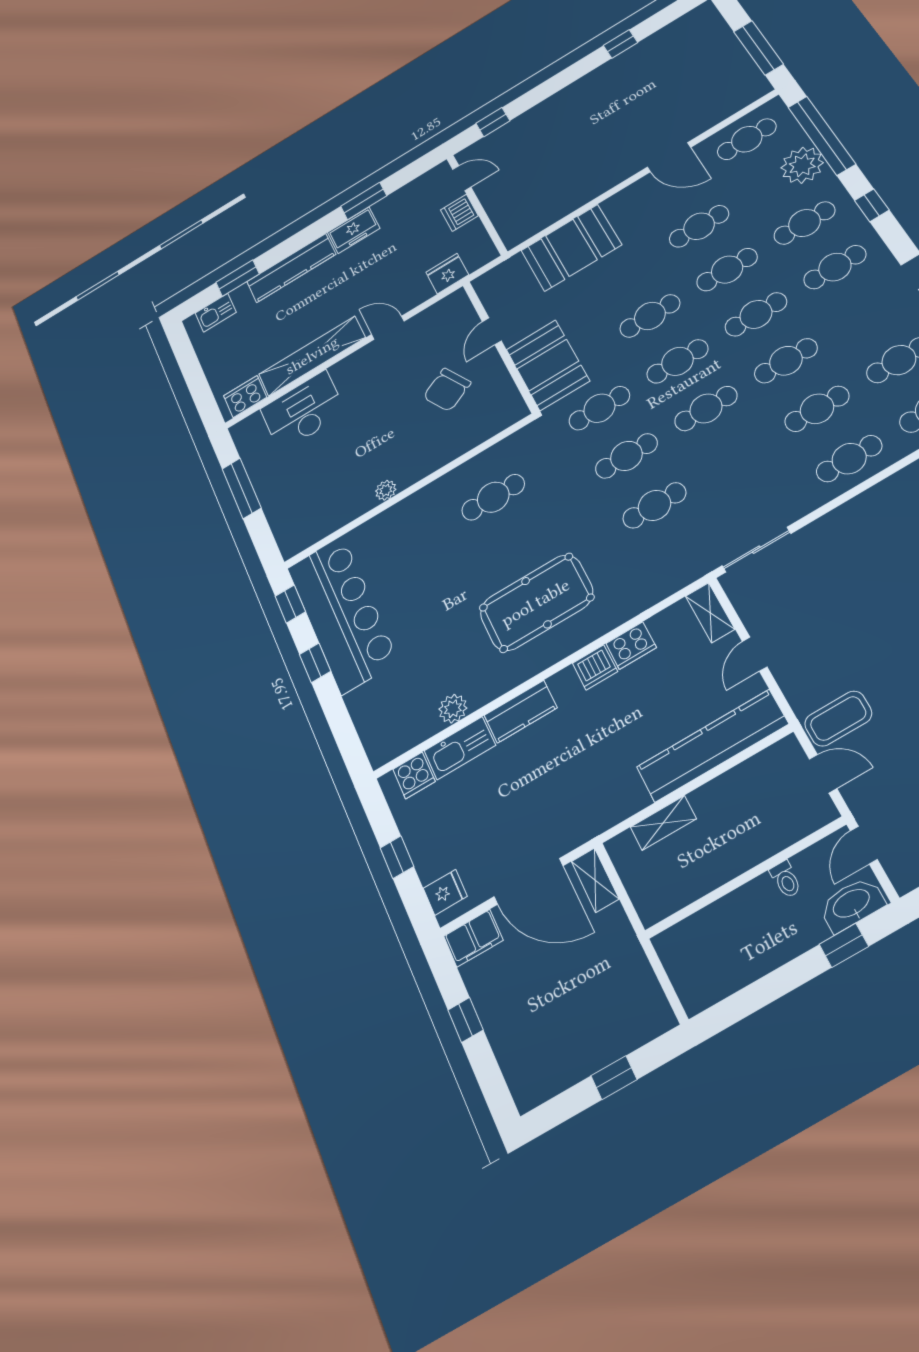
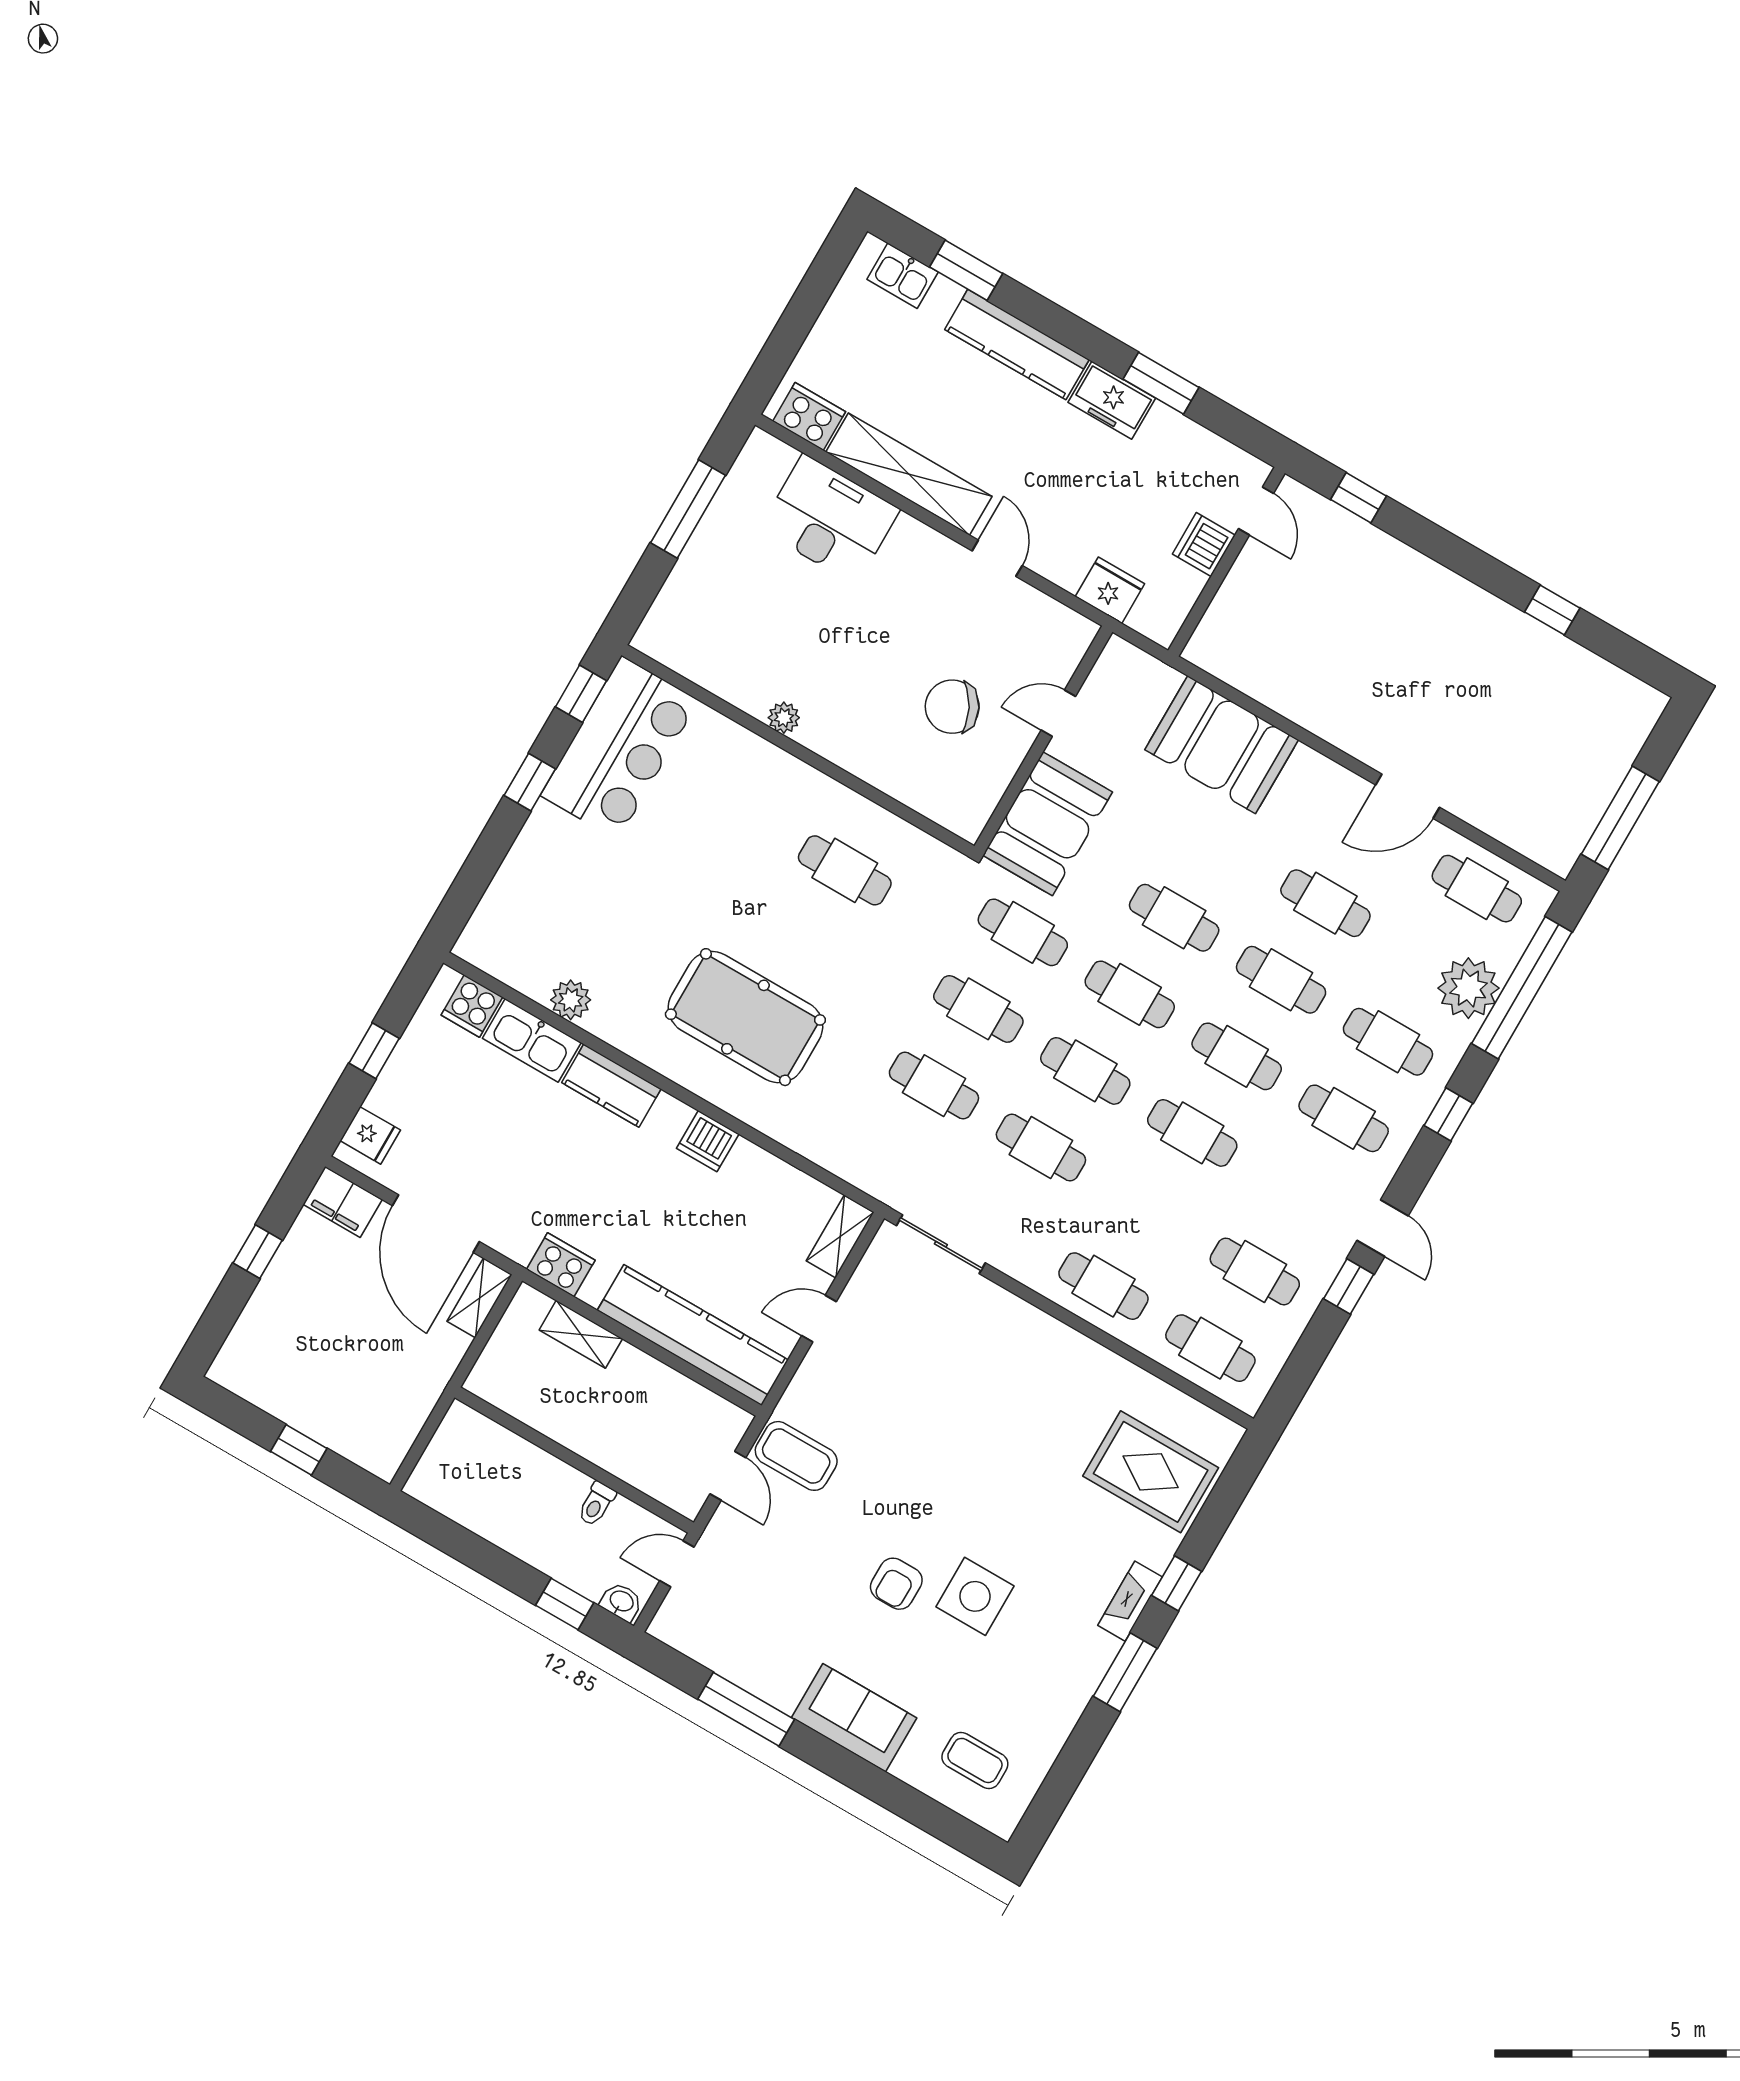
door: (669, 157) -> (1408, 796), hinge flipped
cafe table: (817, 409) -> (1041, 1148), moved
bar counter: (342, 614) -> (620, 748), width x0.73
cooker: (631, 645) -> (561, 1265), moved, turned 180
washbasin: (852, 904) -> (621, 1602), width x0.52, depth x0.69

